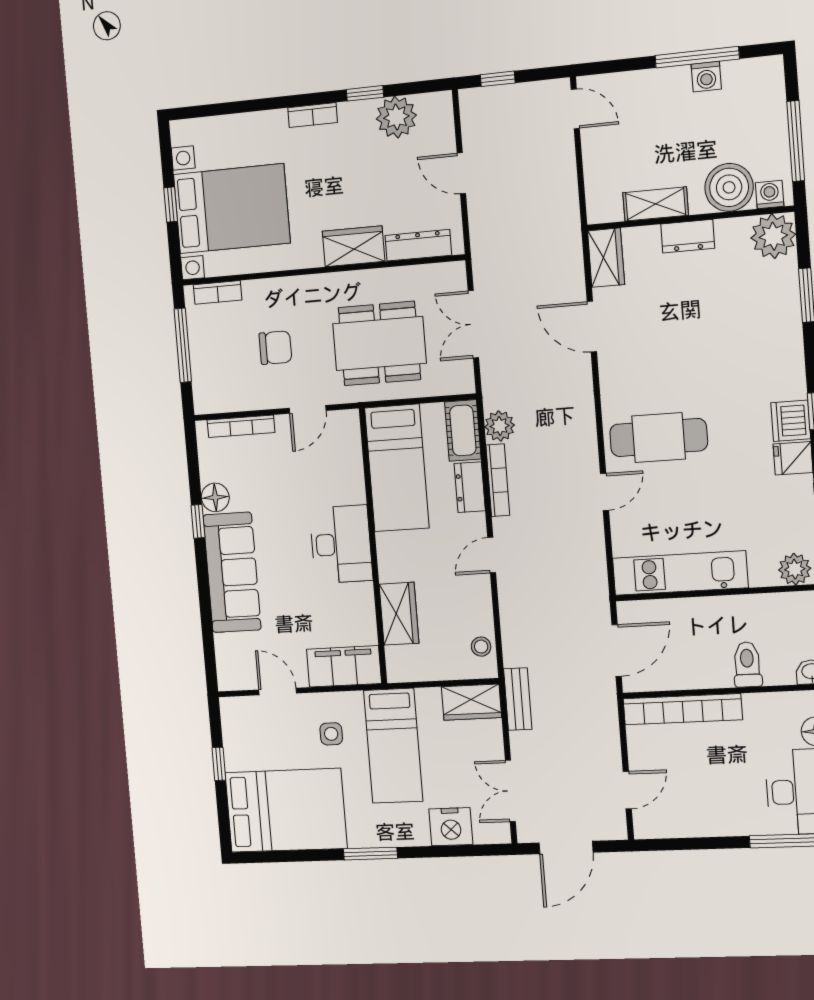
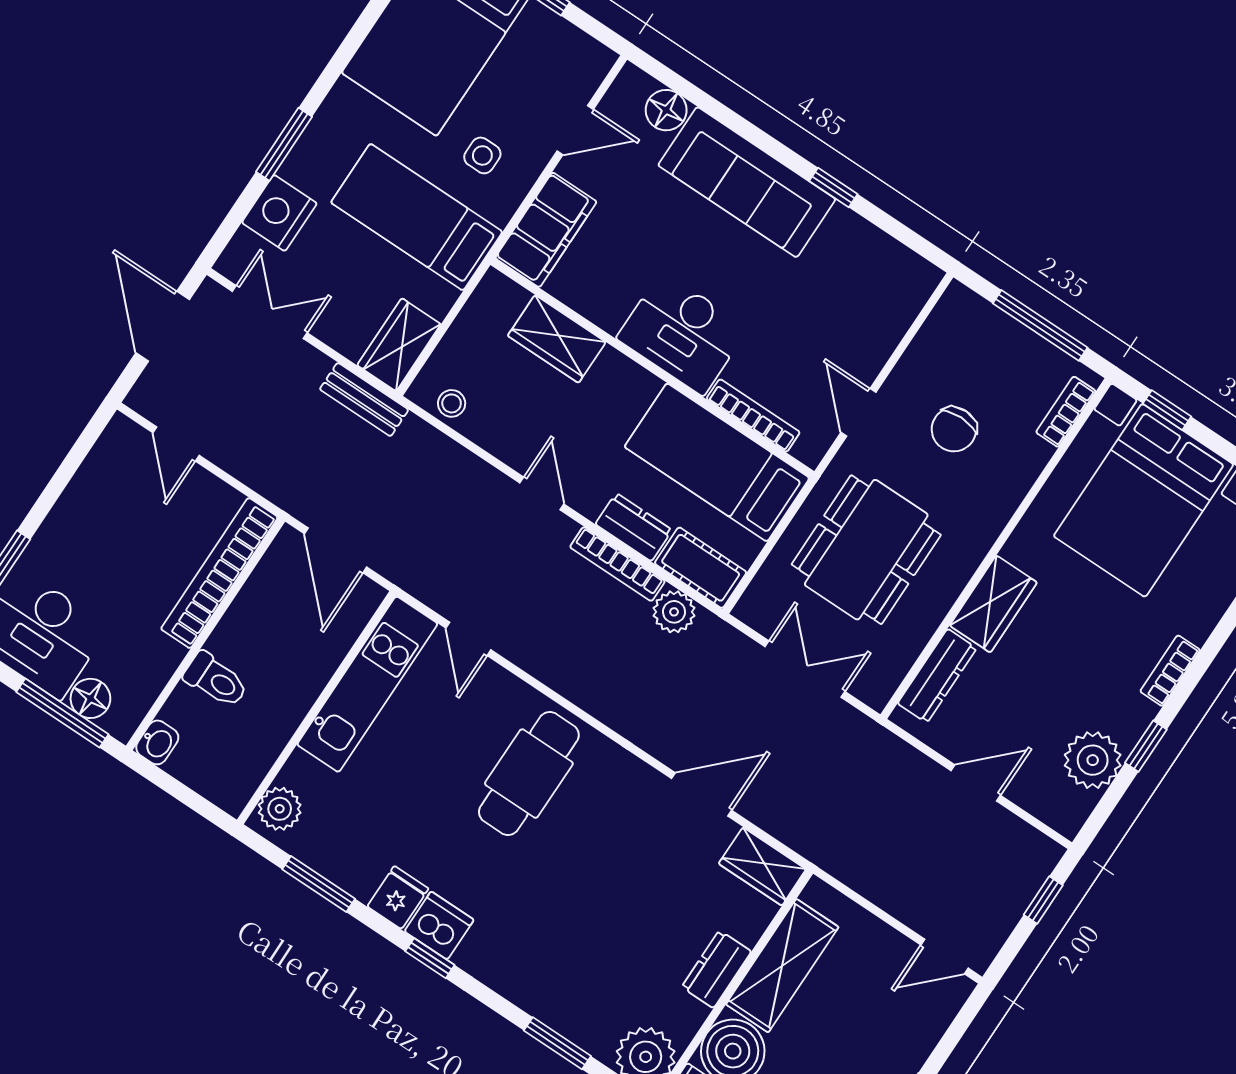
shelving: (656, 204) -> (782, 966), width x1.50, depth x1.33
window: (171, 205) -> (1167, 410), moved
bookcase: (241, 426) -> (753, 416), moved, turned 90
door: (604, 492) -> (468, 639), moved
floor lamp: (215, 497) -> (666, 110), moved
window: (370, 854) -> (284, 144), moved

